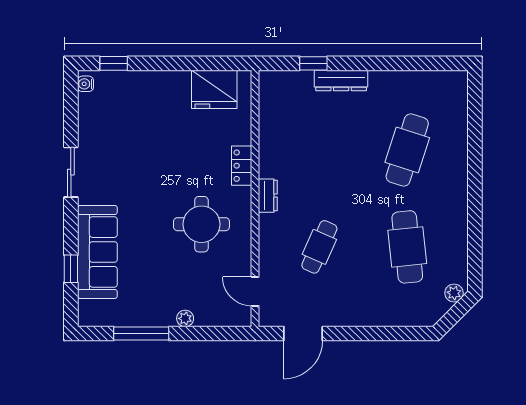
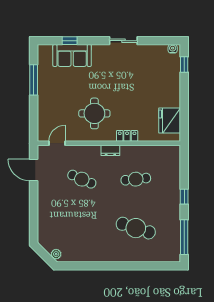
window: (313, 63) -> (184, 197), moved
window: (424, 63) -> (184, 237), added
dresser: (341, 81) -> (174, 191), removed
cafe table: (407, 247) -> (136, 179), moved, width x0.73, depth x0.74
sofa: (97, 252) -> (72, 55), width x0.73
plant: (185, 318) -> (42, 104), removed

